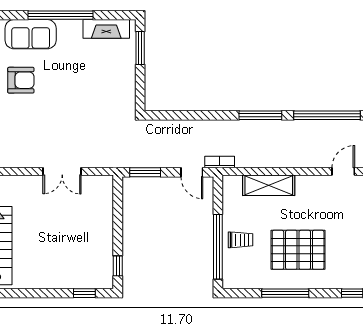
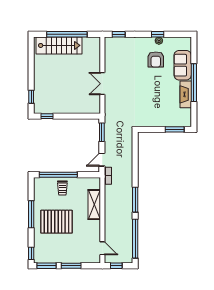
fireplace: (106, 29) -> (186, 94), moved
pallet: (298, 250) -> (56, 222), turned 90

